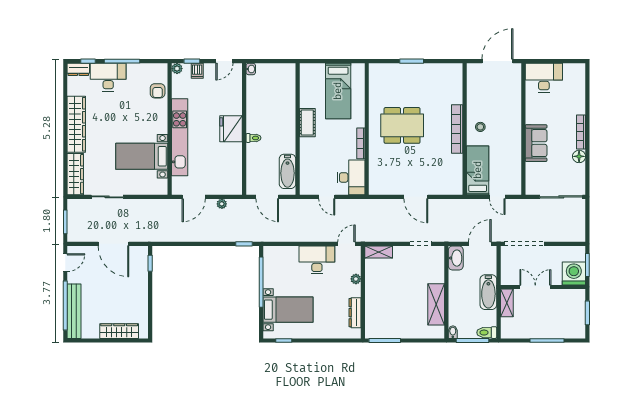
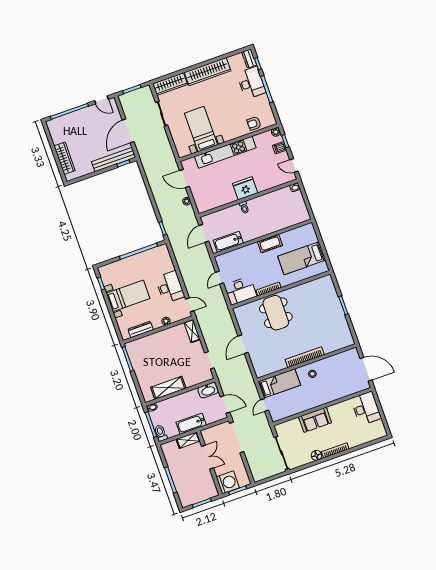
dining table: (402, 125) -> (276, 313), moved
bed with nightstands: (288, 310) -> (128, 296), moved, turned -90
bench: (74, 311) -> (114, 160), moved

